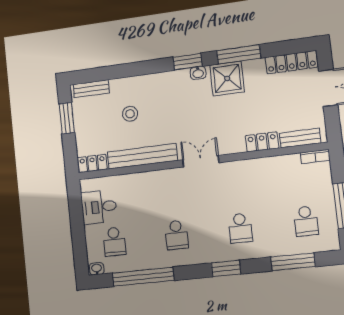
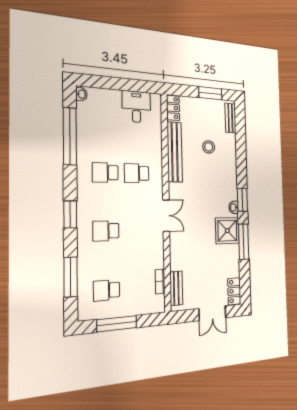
locker: (291, 62) -> (234, 291), width x0.66
locker: (262, 142) -> (176, 256), removed
bookcase: (315, 156) -> (160, 281), moved
double door: (201, 161) -> (166, 216), moved
school desk: (114, 242) -> (137, 173), moved

